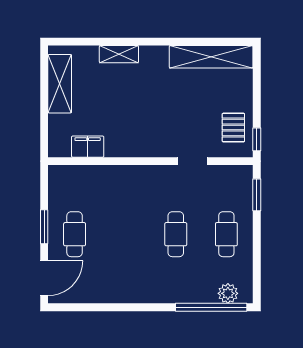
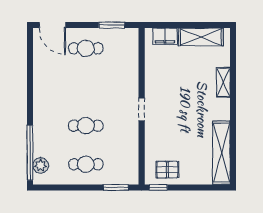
filing cabinet: (88, 147) -> (165, 36), moved, turned 90
doorway: (192, 161) -> (142, 109), moved
window: (44, 227) -> (112, 25), moved

